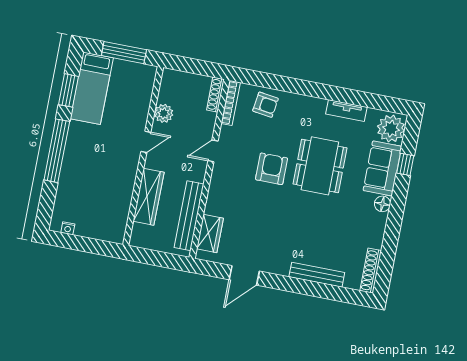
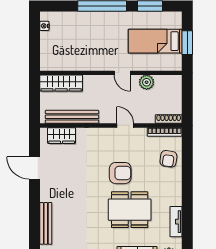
window: (124, 53) -> (187, 43), width x0.69
bed: (92, 88) -> (155, 41), moved
wardrobe: (149, 197) -> (61, 83), moved

